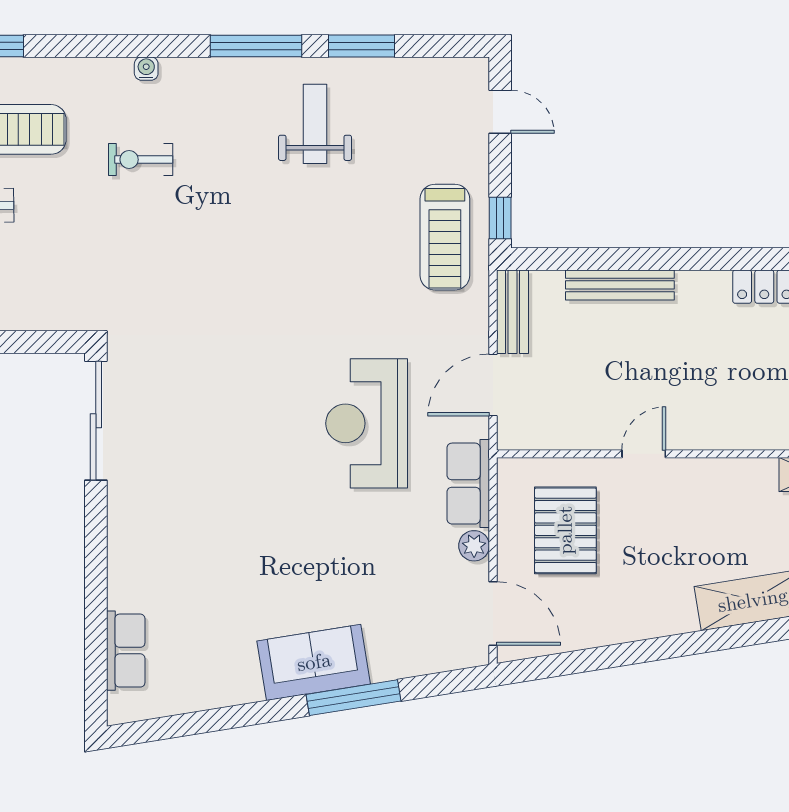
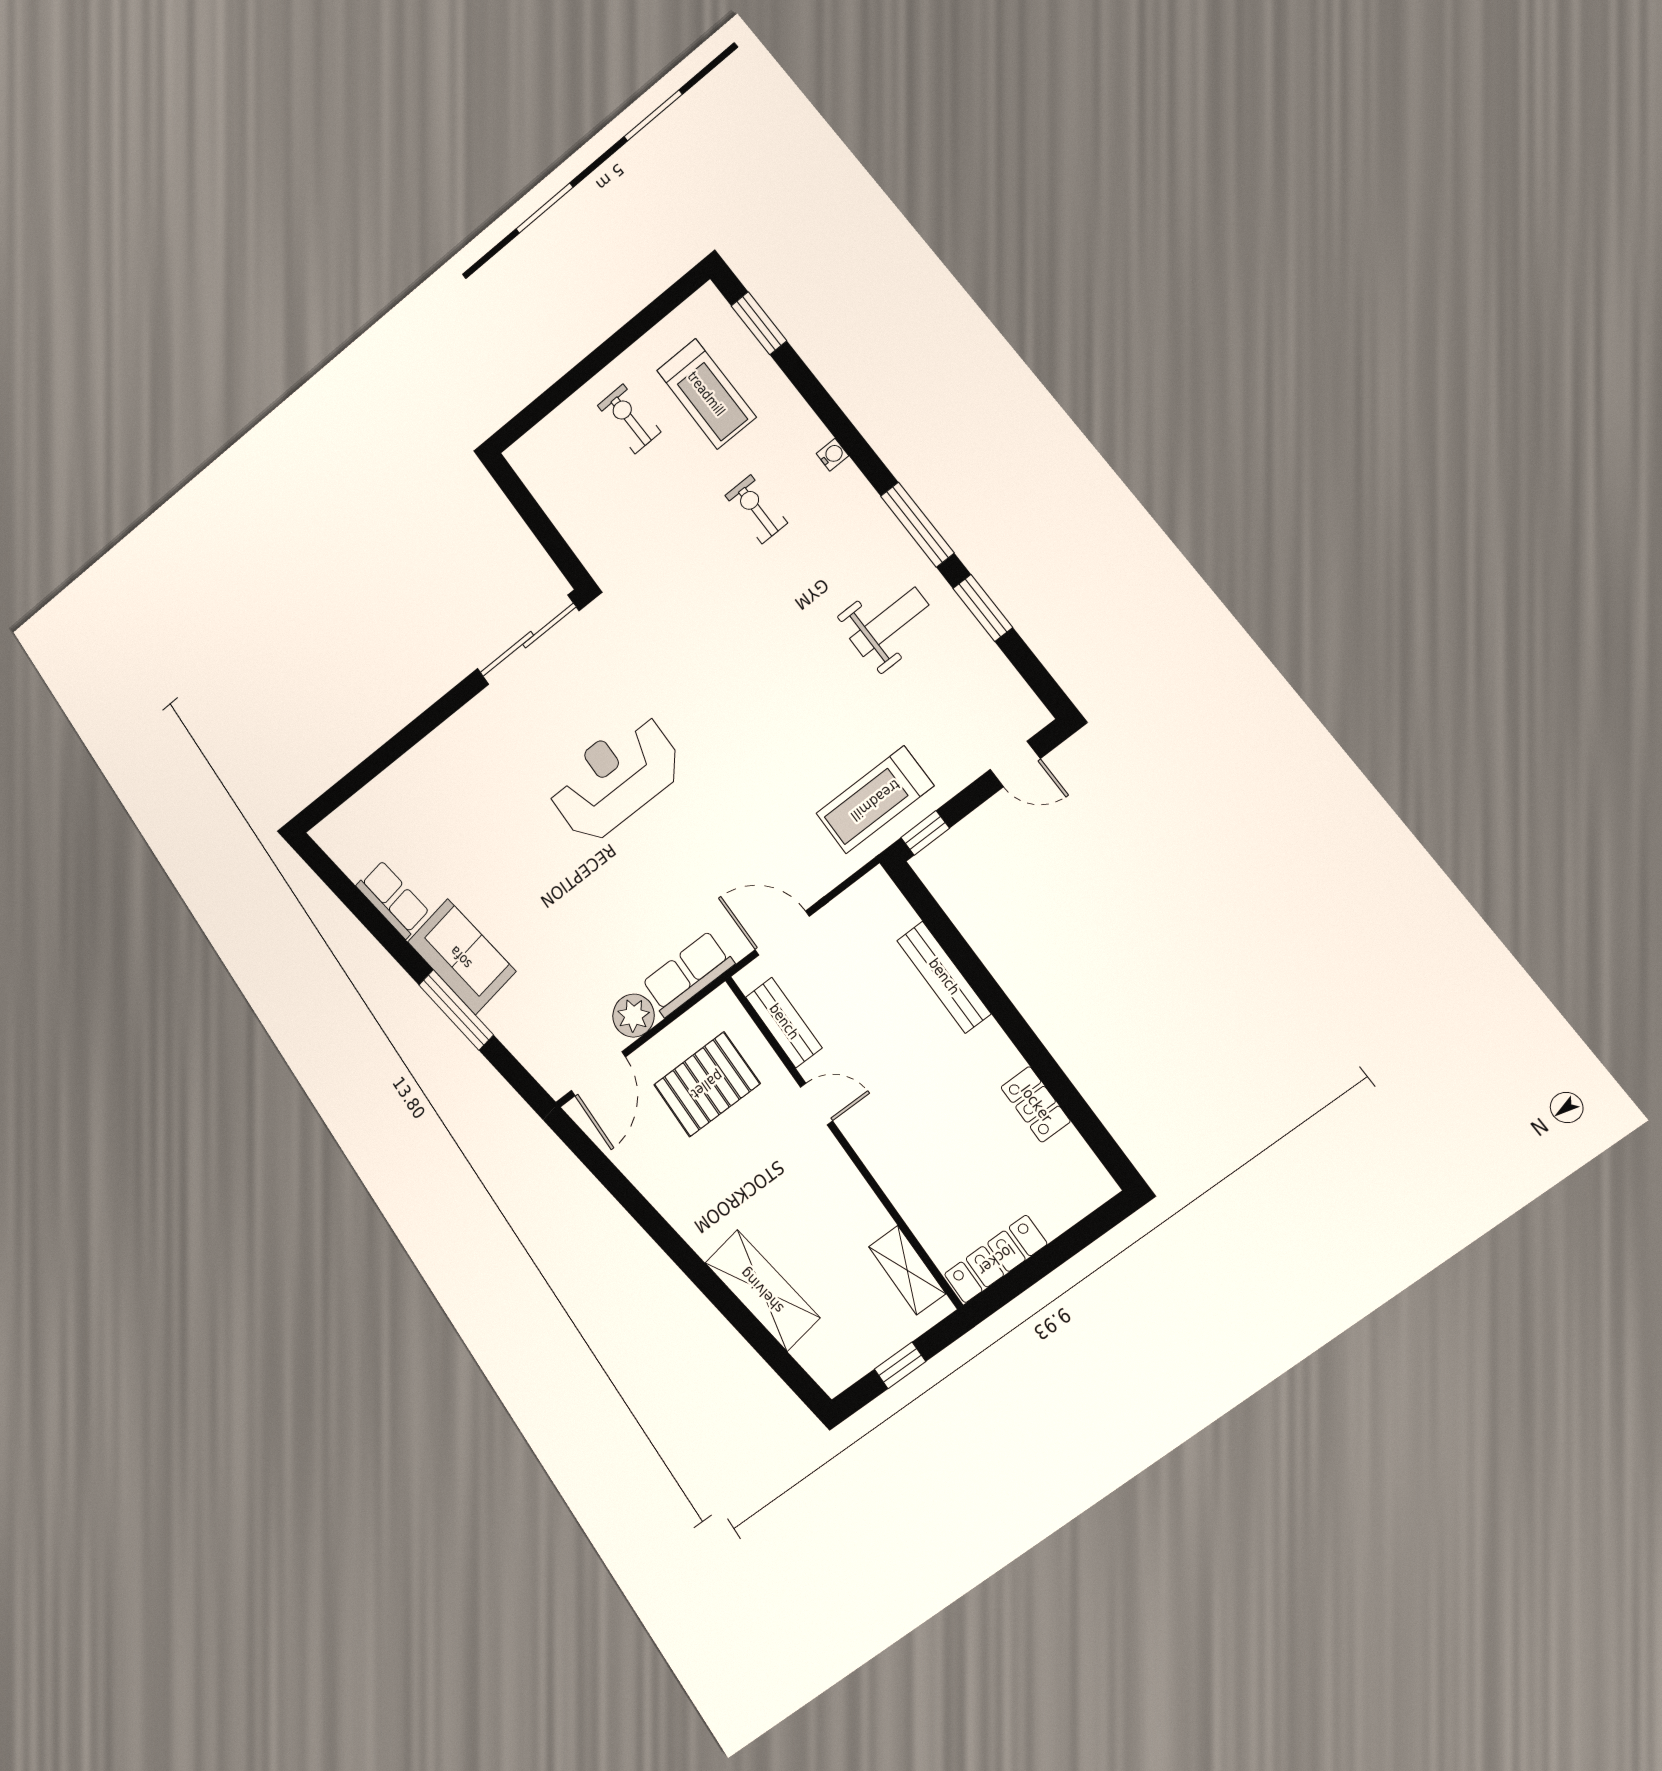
door: (500, 112) -> (1015, 764), hinge flipped
bench: (513, 312) -> (784, 1022), moved, turned 90
reception desk: (367, 423) -> (615, 778), moved
plant: (474, 546) -> (633, 1016), width x1.38, depth x1.38
row of seats: (126, 651) -> (393, 899), moved, turned -99

